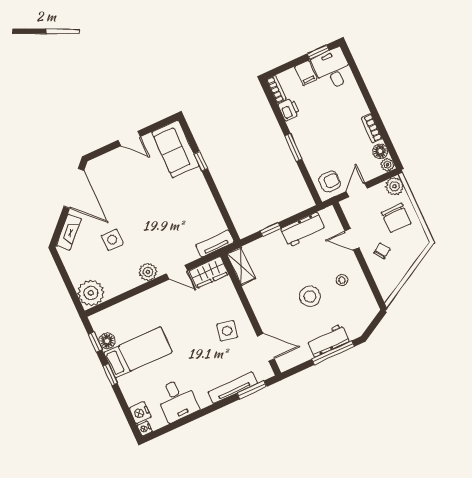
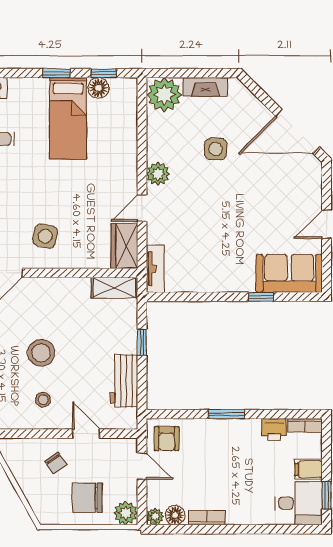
fireplace: (69, 232) -> (205, 87), moved, turned -45
door: (352, 239) -> (86, 434), hinge flipped

